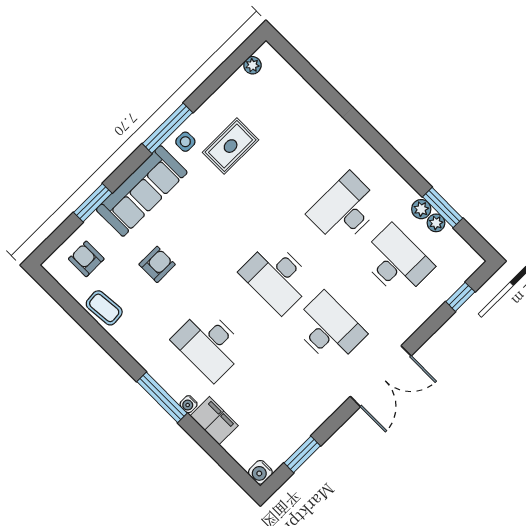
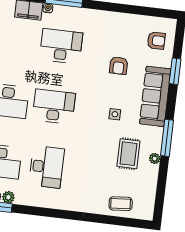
plant: (252, 65) -> (155, 159), moved
side table: (185, 142) -> (115, 114), moved
coffee table: (104, 308) -> (121, 204), moved

